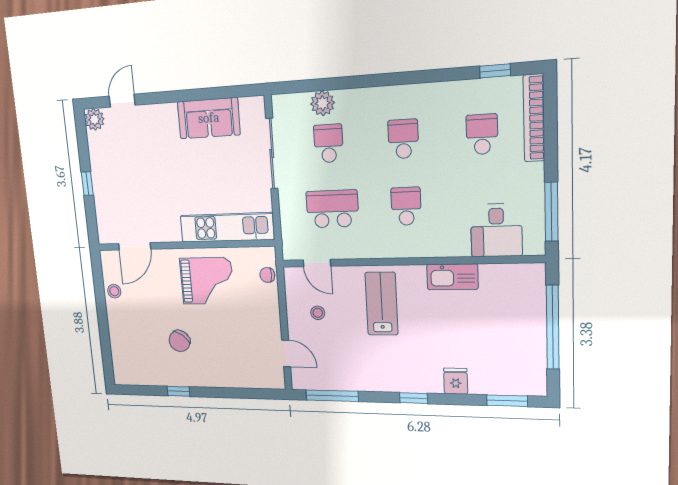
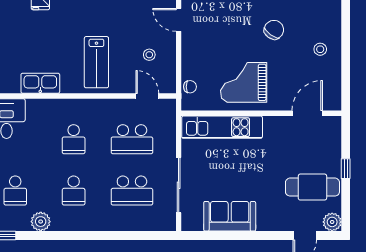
plant: (323, 103) -> (41, 222), moved
school desk: (328, 143) -> (132, 191), width x1.85
cafe table: (120, 160) -> (312, 187), added
stool: (114, 291) -> (320, 49), moved

